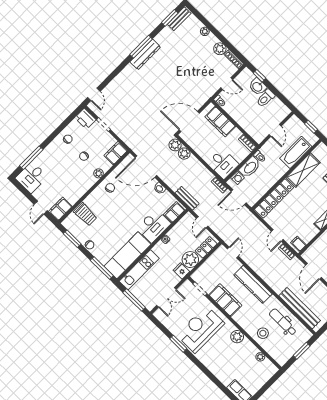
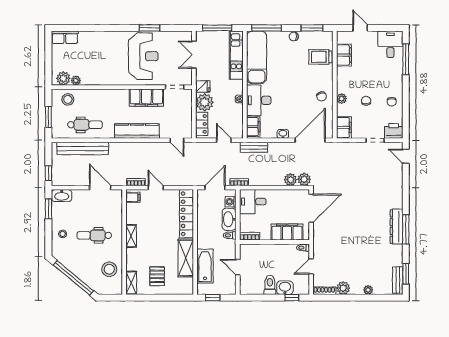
filing cabinet: (60, 209) -> (344, 55), moved
stool: (263, 333) -> (68, 99), moved
plant: (237, 337) -> (63, 78), moved

